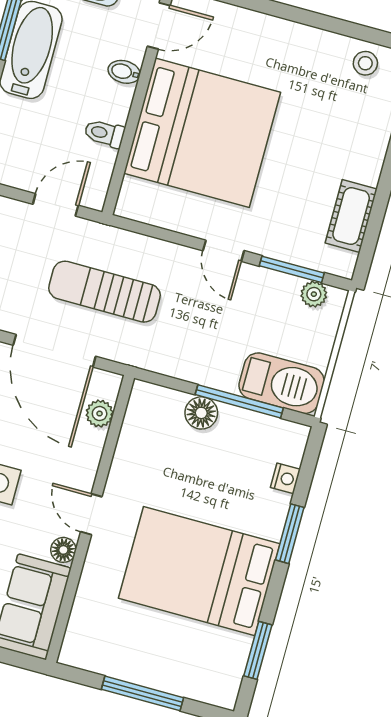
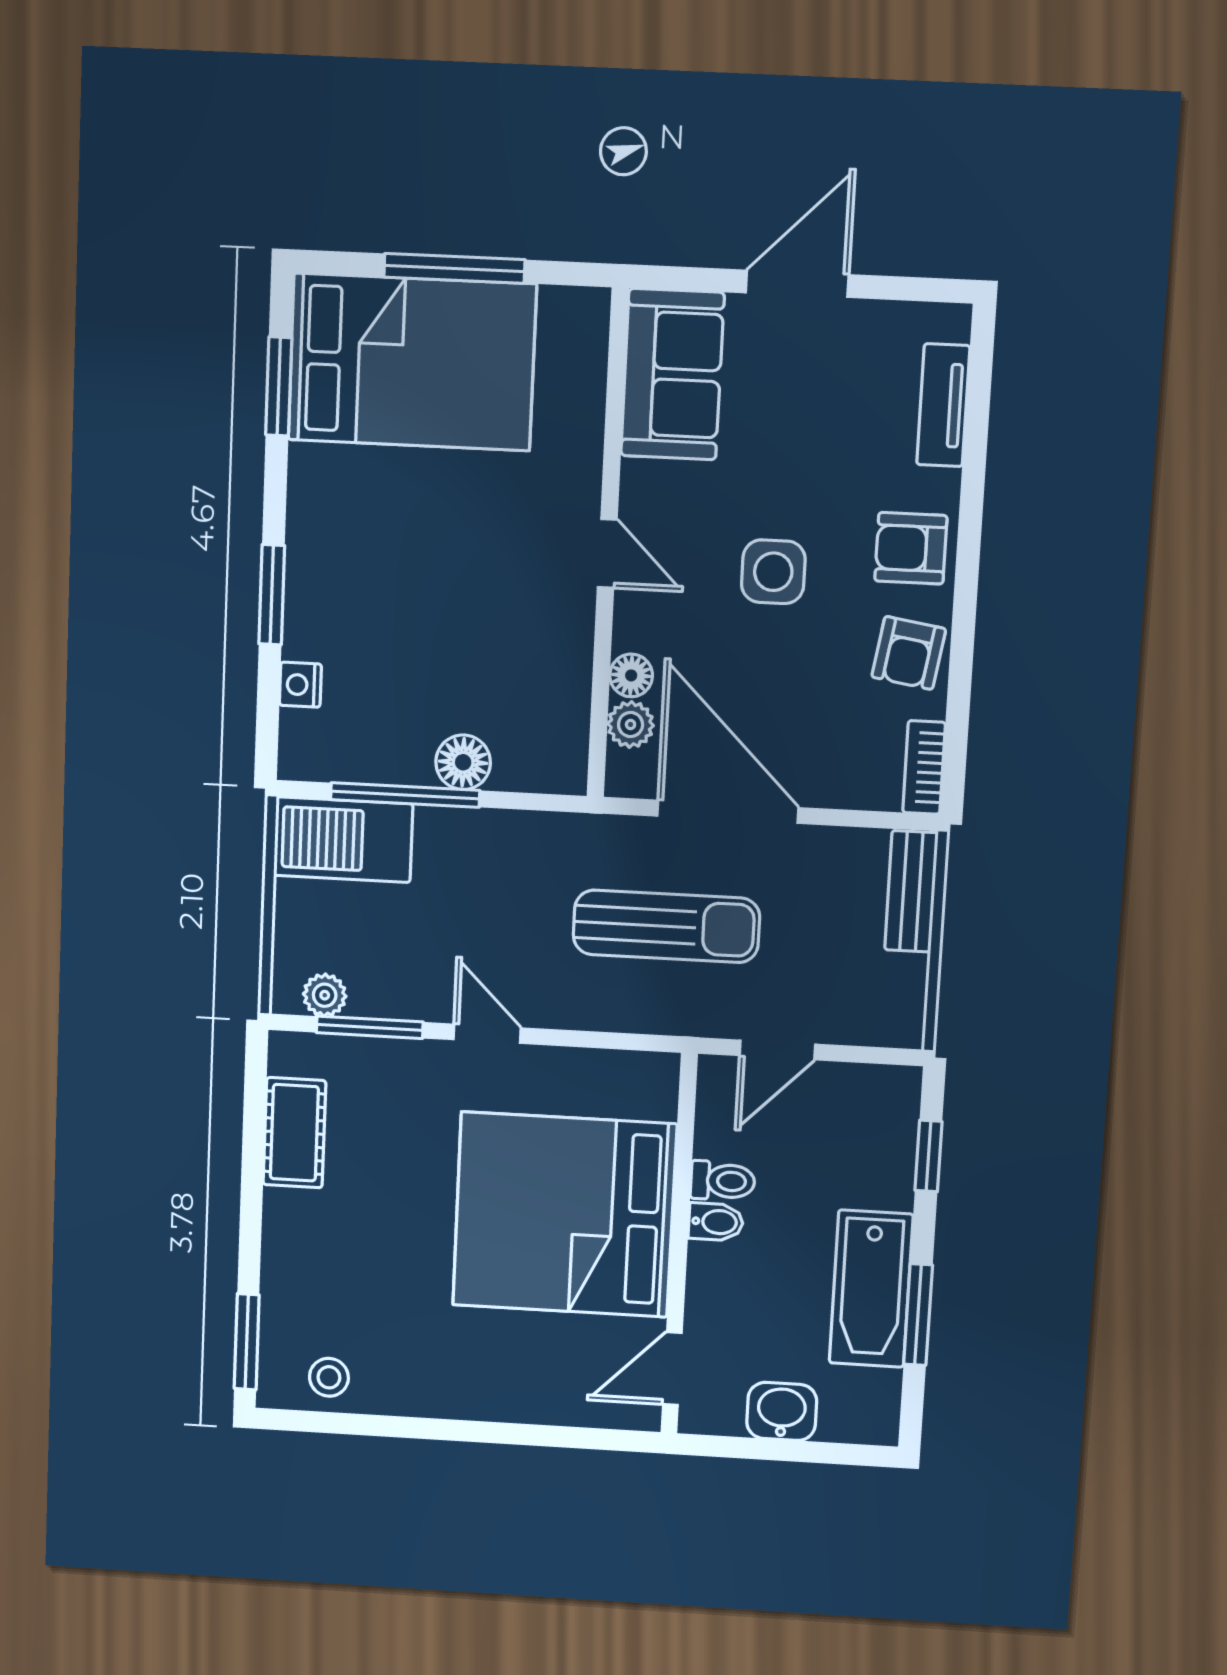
bidet: (124, 72) -> (716, 1222), moved
floor lamp: (63, 550) -> (631, 675), moved
bed: (199, 571) -> (412, 362), moved

